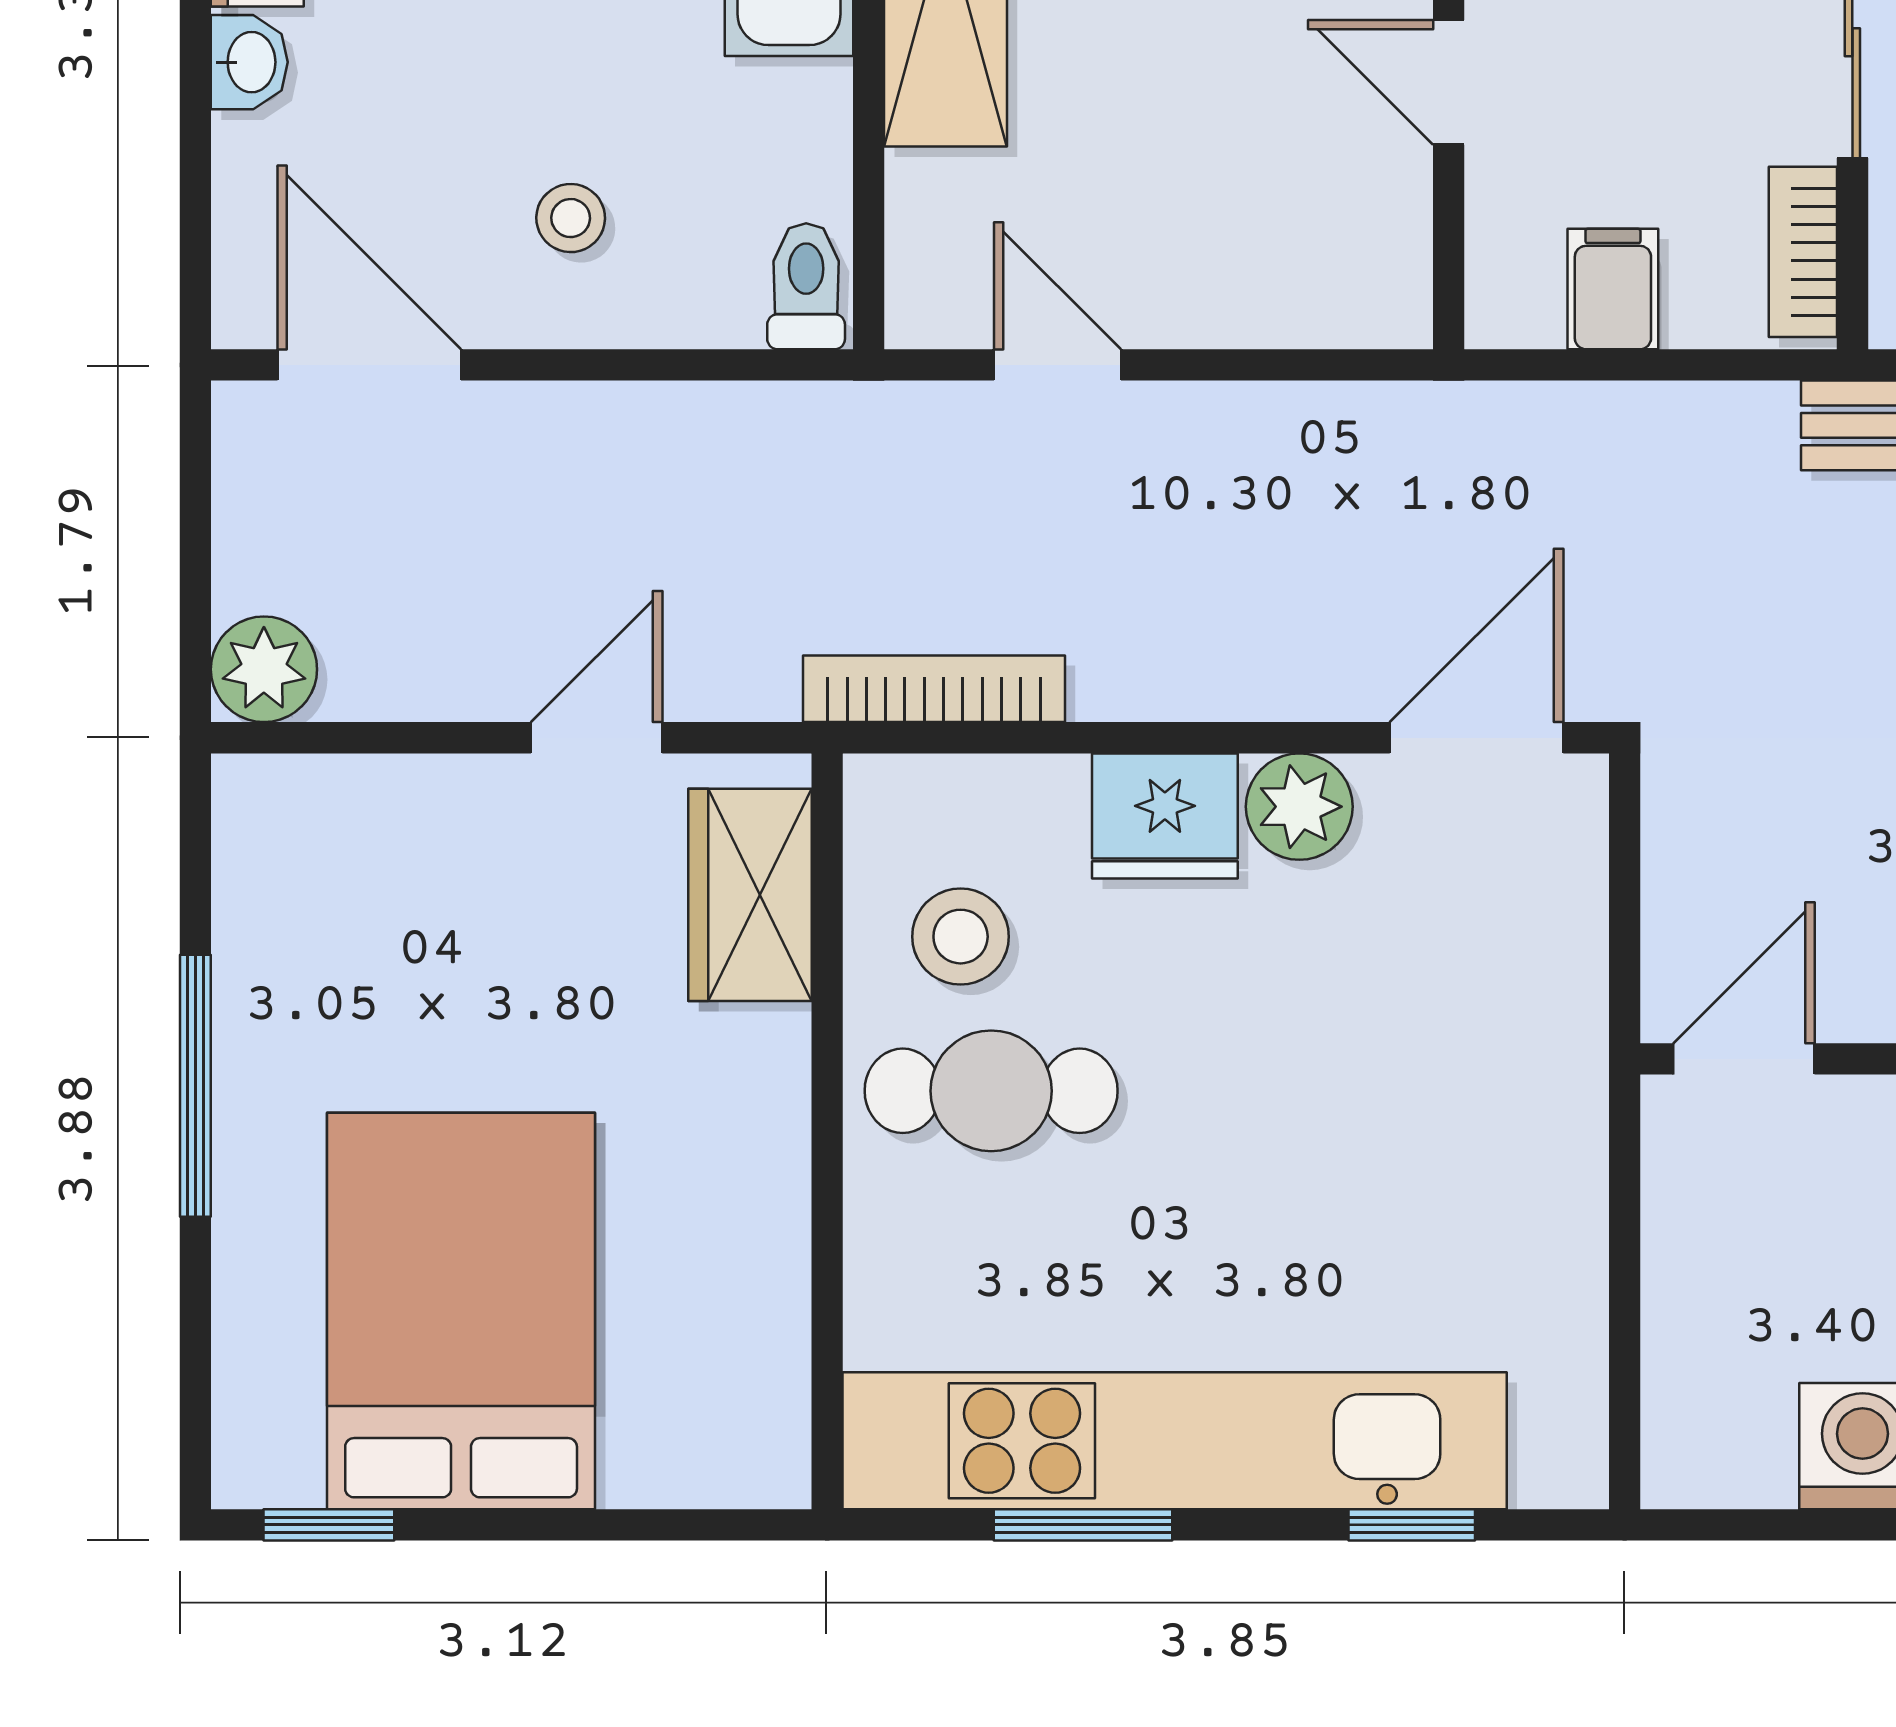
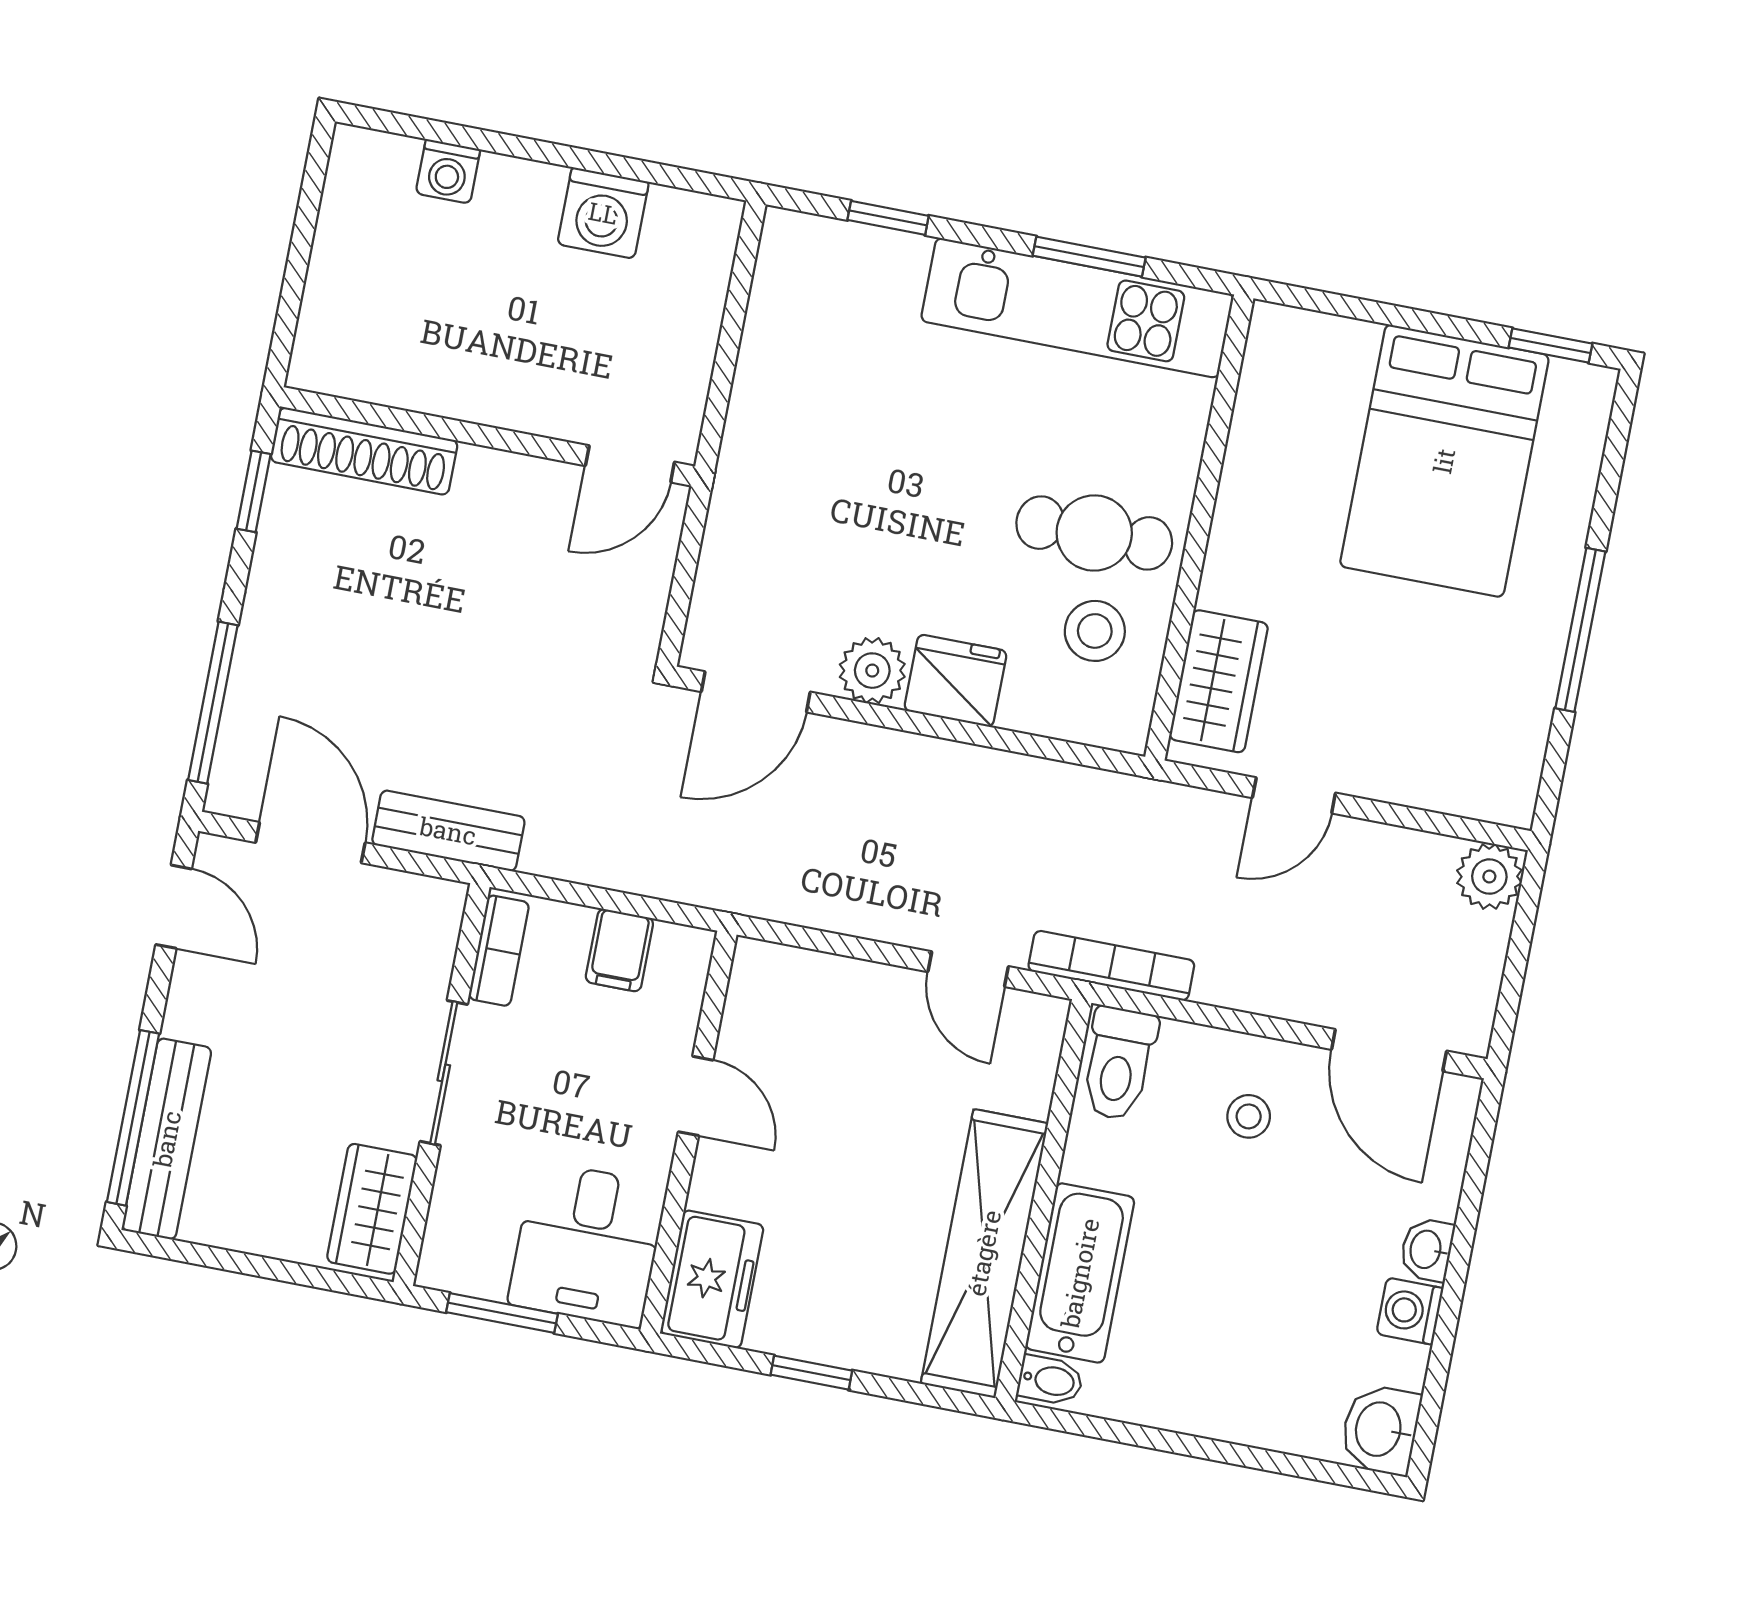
toilet: (806, 286) -> (1119, 1064), width x1.37, depth x1.39
bookcase: (934, 689) -> (1111, 966), moved, turned 180
kitchen unit: (1175, 1441) -> (1077, 308), width x0.73

